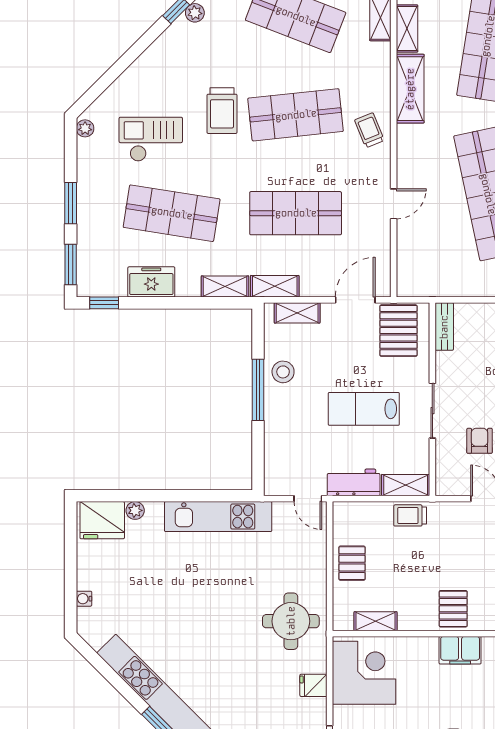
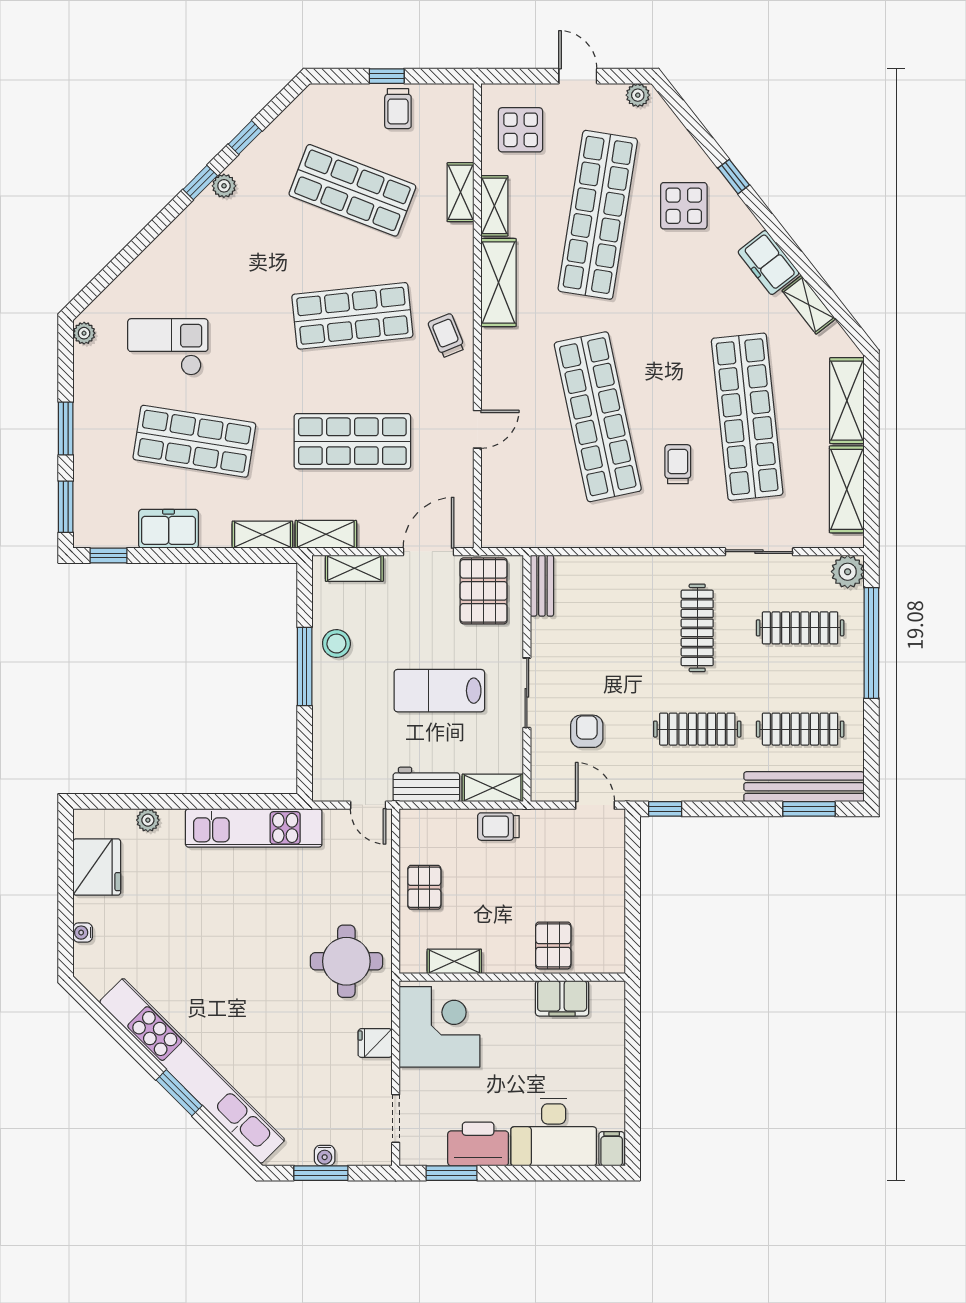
trolley: (222, 111) -> (259, 310), removed
fridge: (102, 520) -> (97, 867), moved, turned -90

